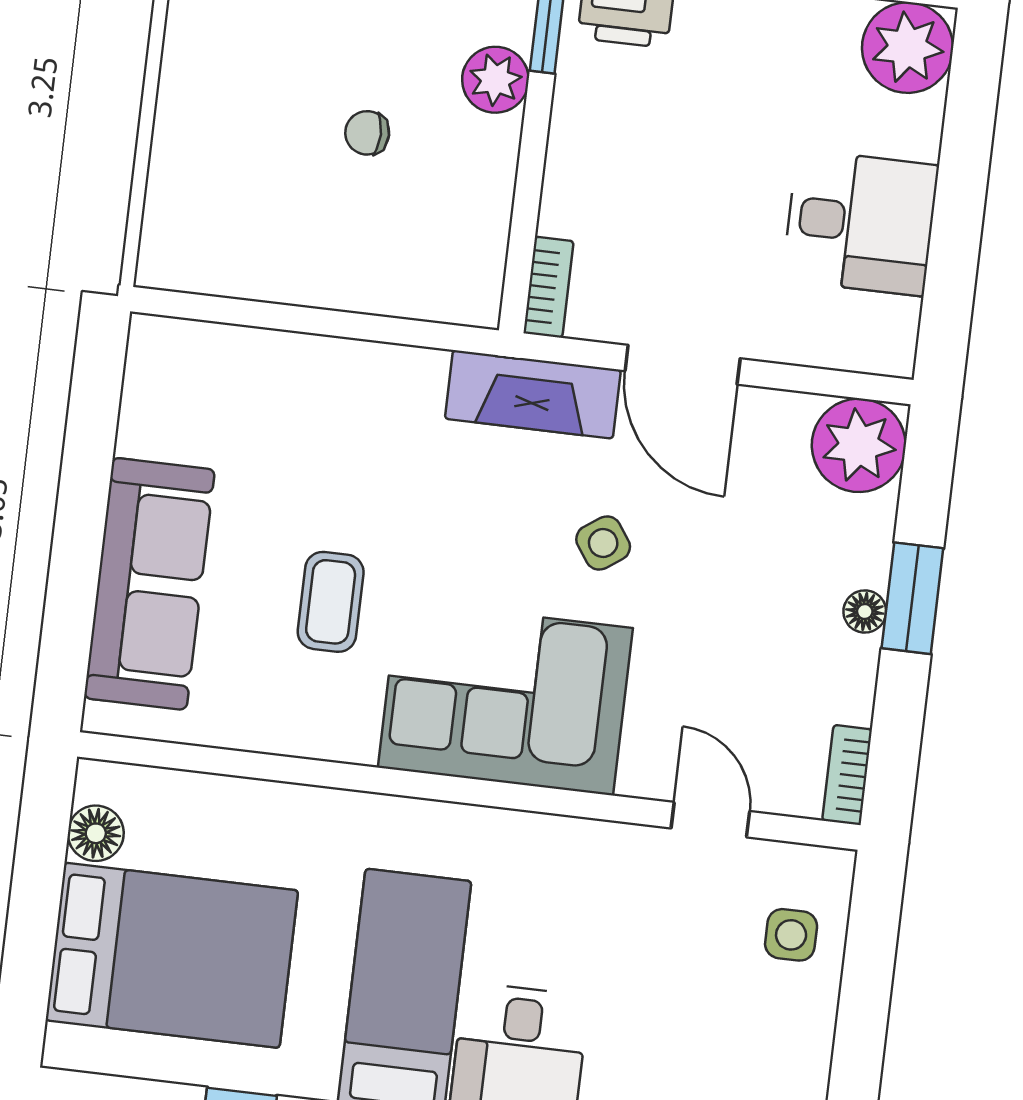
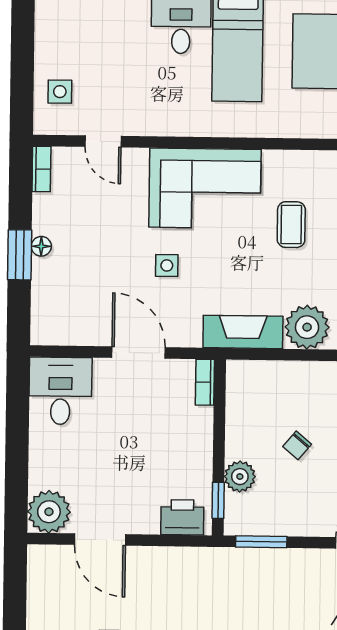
chair: (367, 133) -> (297, 445), turned 130
desk: (860, 223) -> (60, 391), moved, turned 90
fireplace: (533, 394) -> (243, 332), moved
plant: (859, 445) -> (307, 327), moved
side table: (603, 543) -> (167, 265), turned 35

